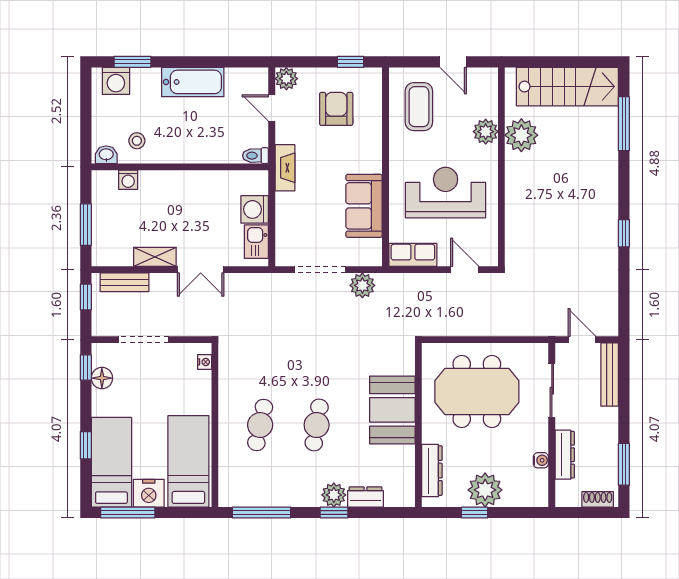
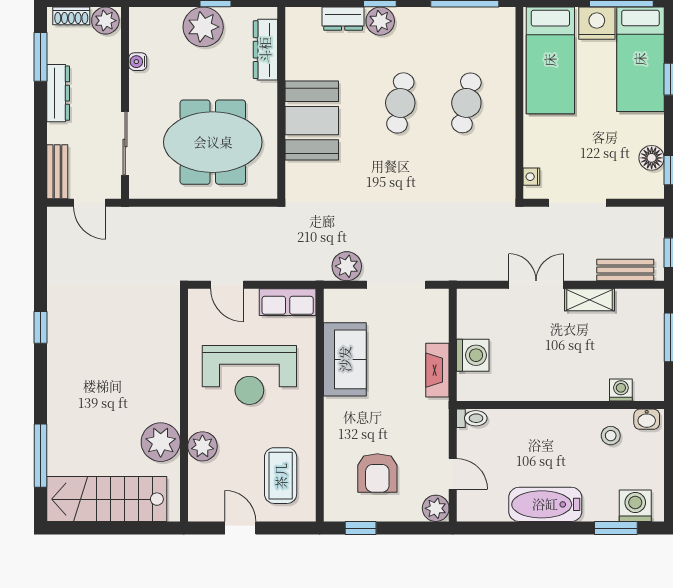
fireplace: (285, 168) -> (437, 370), moved
kitchen sink: (256, 242) -> (471, 318), removed
doorway: (144, 340) -> (577, 203), moved
bench: (610, 375) -> (57, 172), width x0.73
dresser: (565, 455) -> (58, 93), moved, turned 180
plant: (569, 495) -> (105, 21), added

